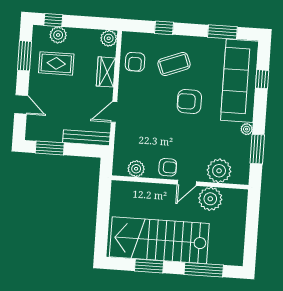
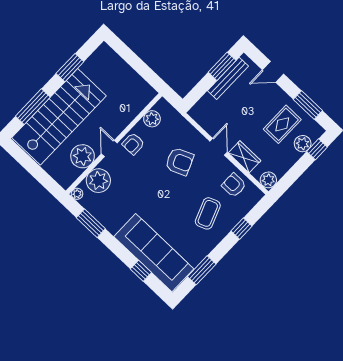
armchair: (189, 102) -> (179, 162), moved, turned 67
door: (114, 112) -> (218, 147), moved
plant: (247, 129) -> (77, 194), moved
bench: (86, 138) -> (228, 78), moved
stairs: (159, 240) -> (59, 117), moved

